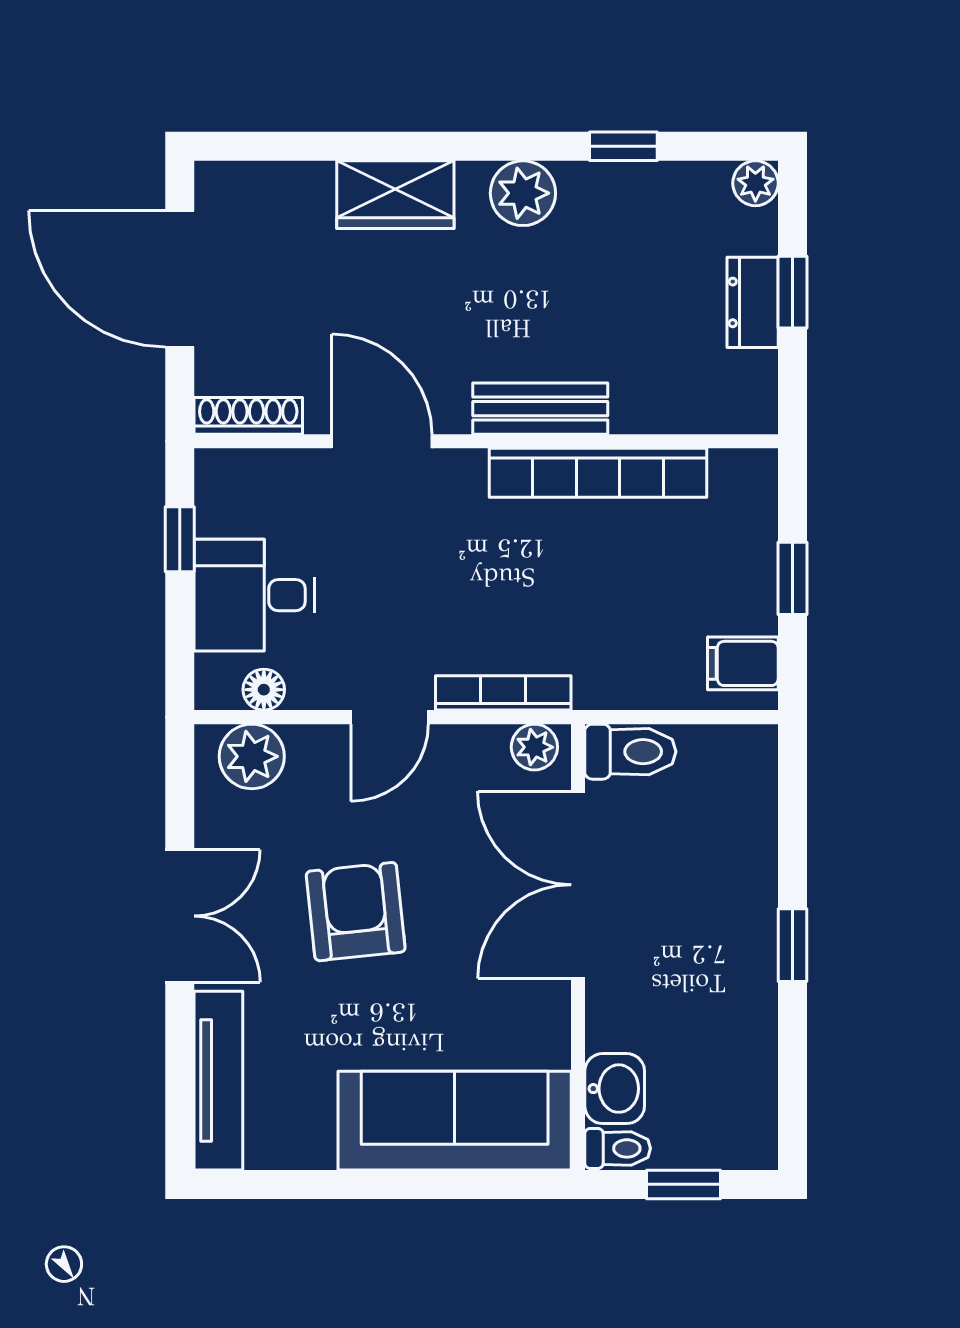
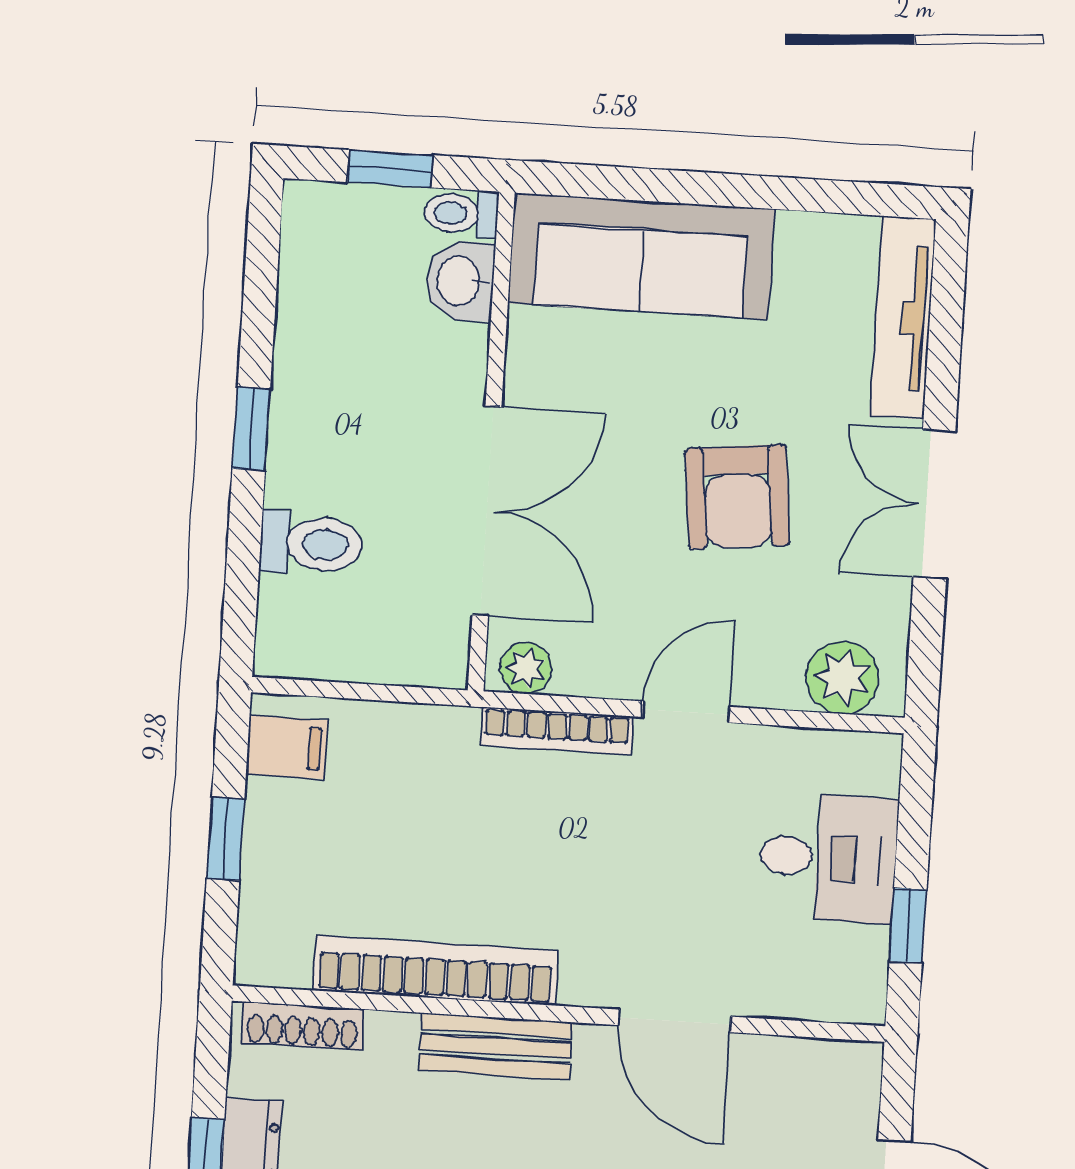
shoe rack: (248, 416) -> (303, 1026), moved
floor lamp: (264, 690) -> (824, 751), removed
toilet: (630, 752) -> (311, 544), moved, turned 180

